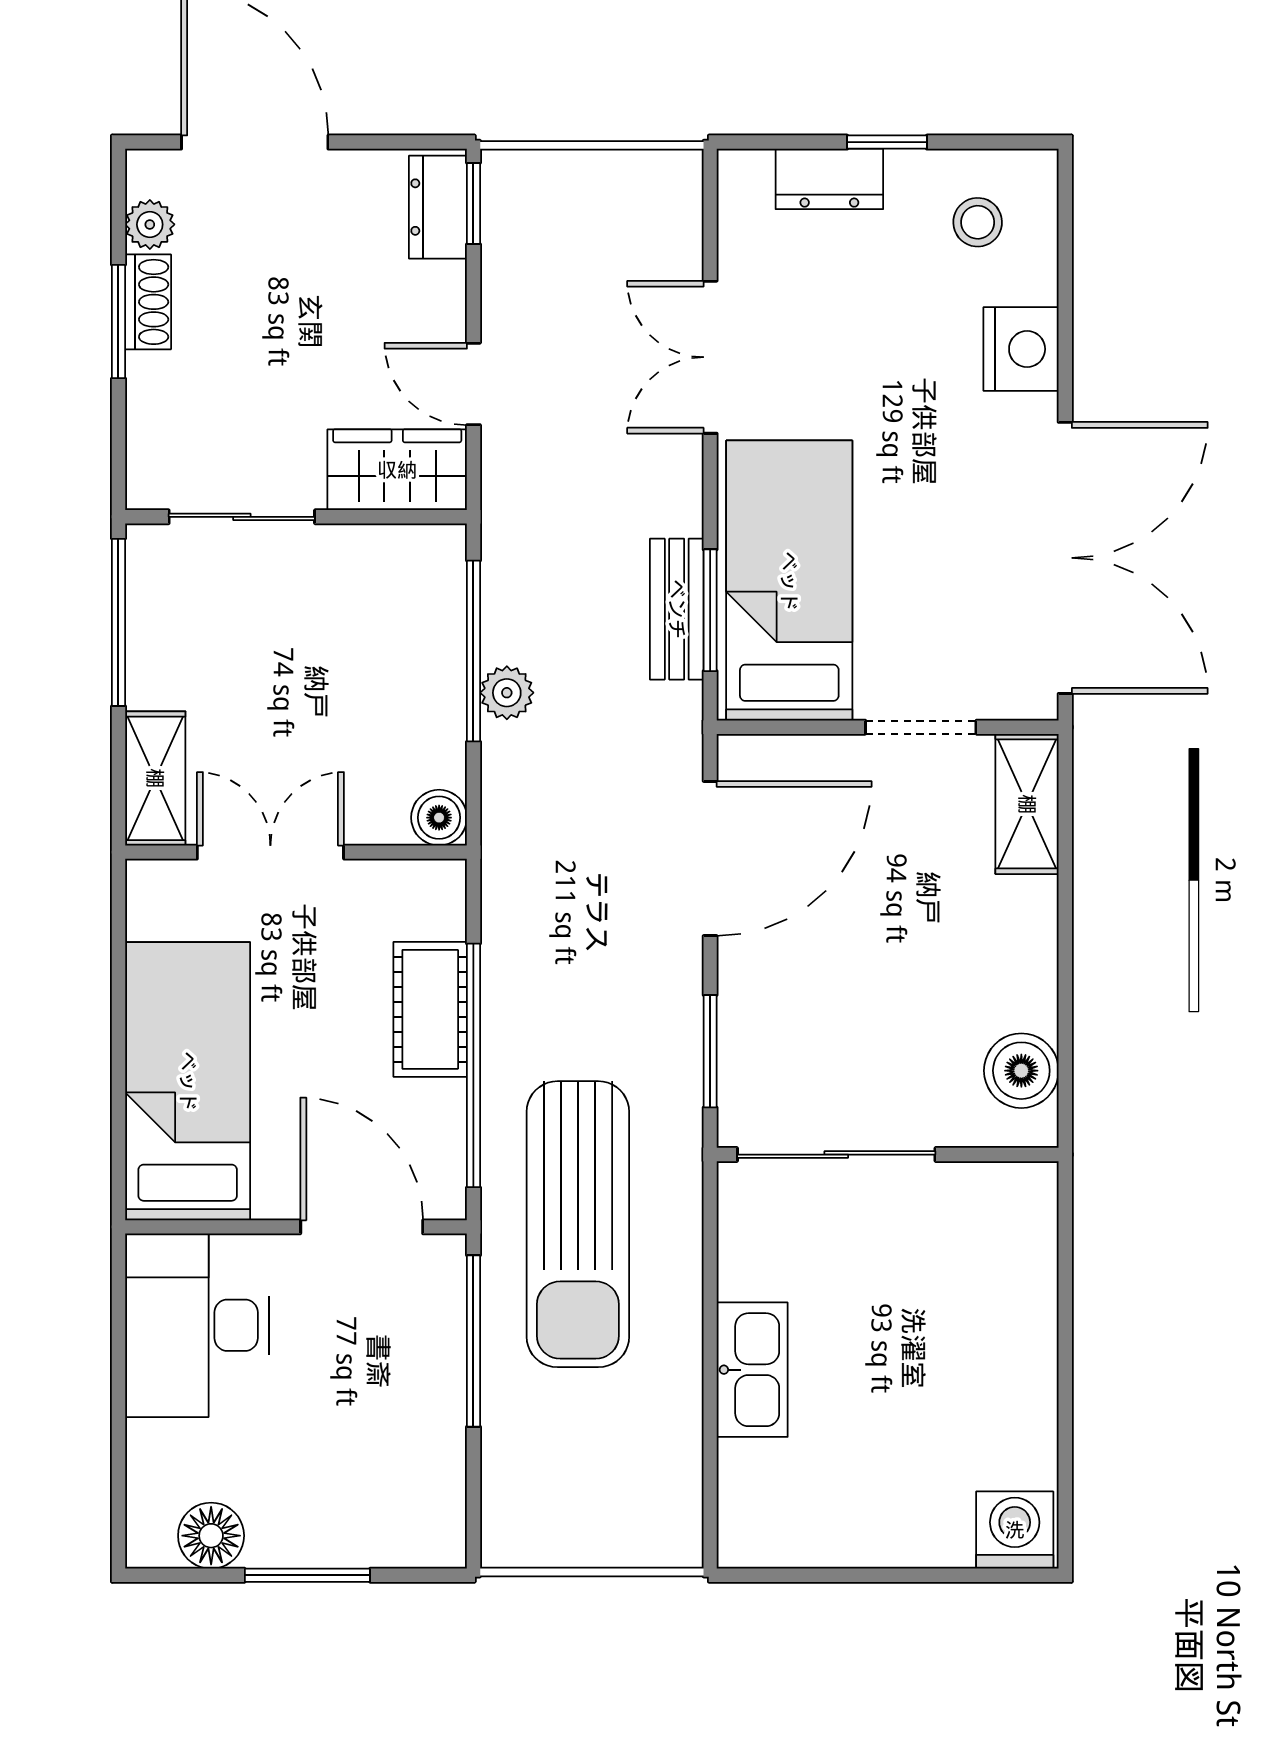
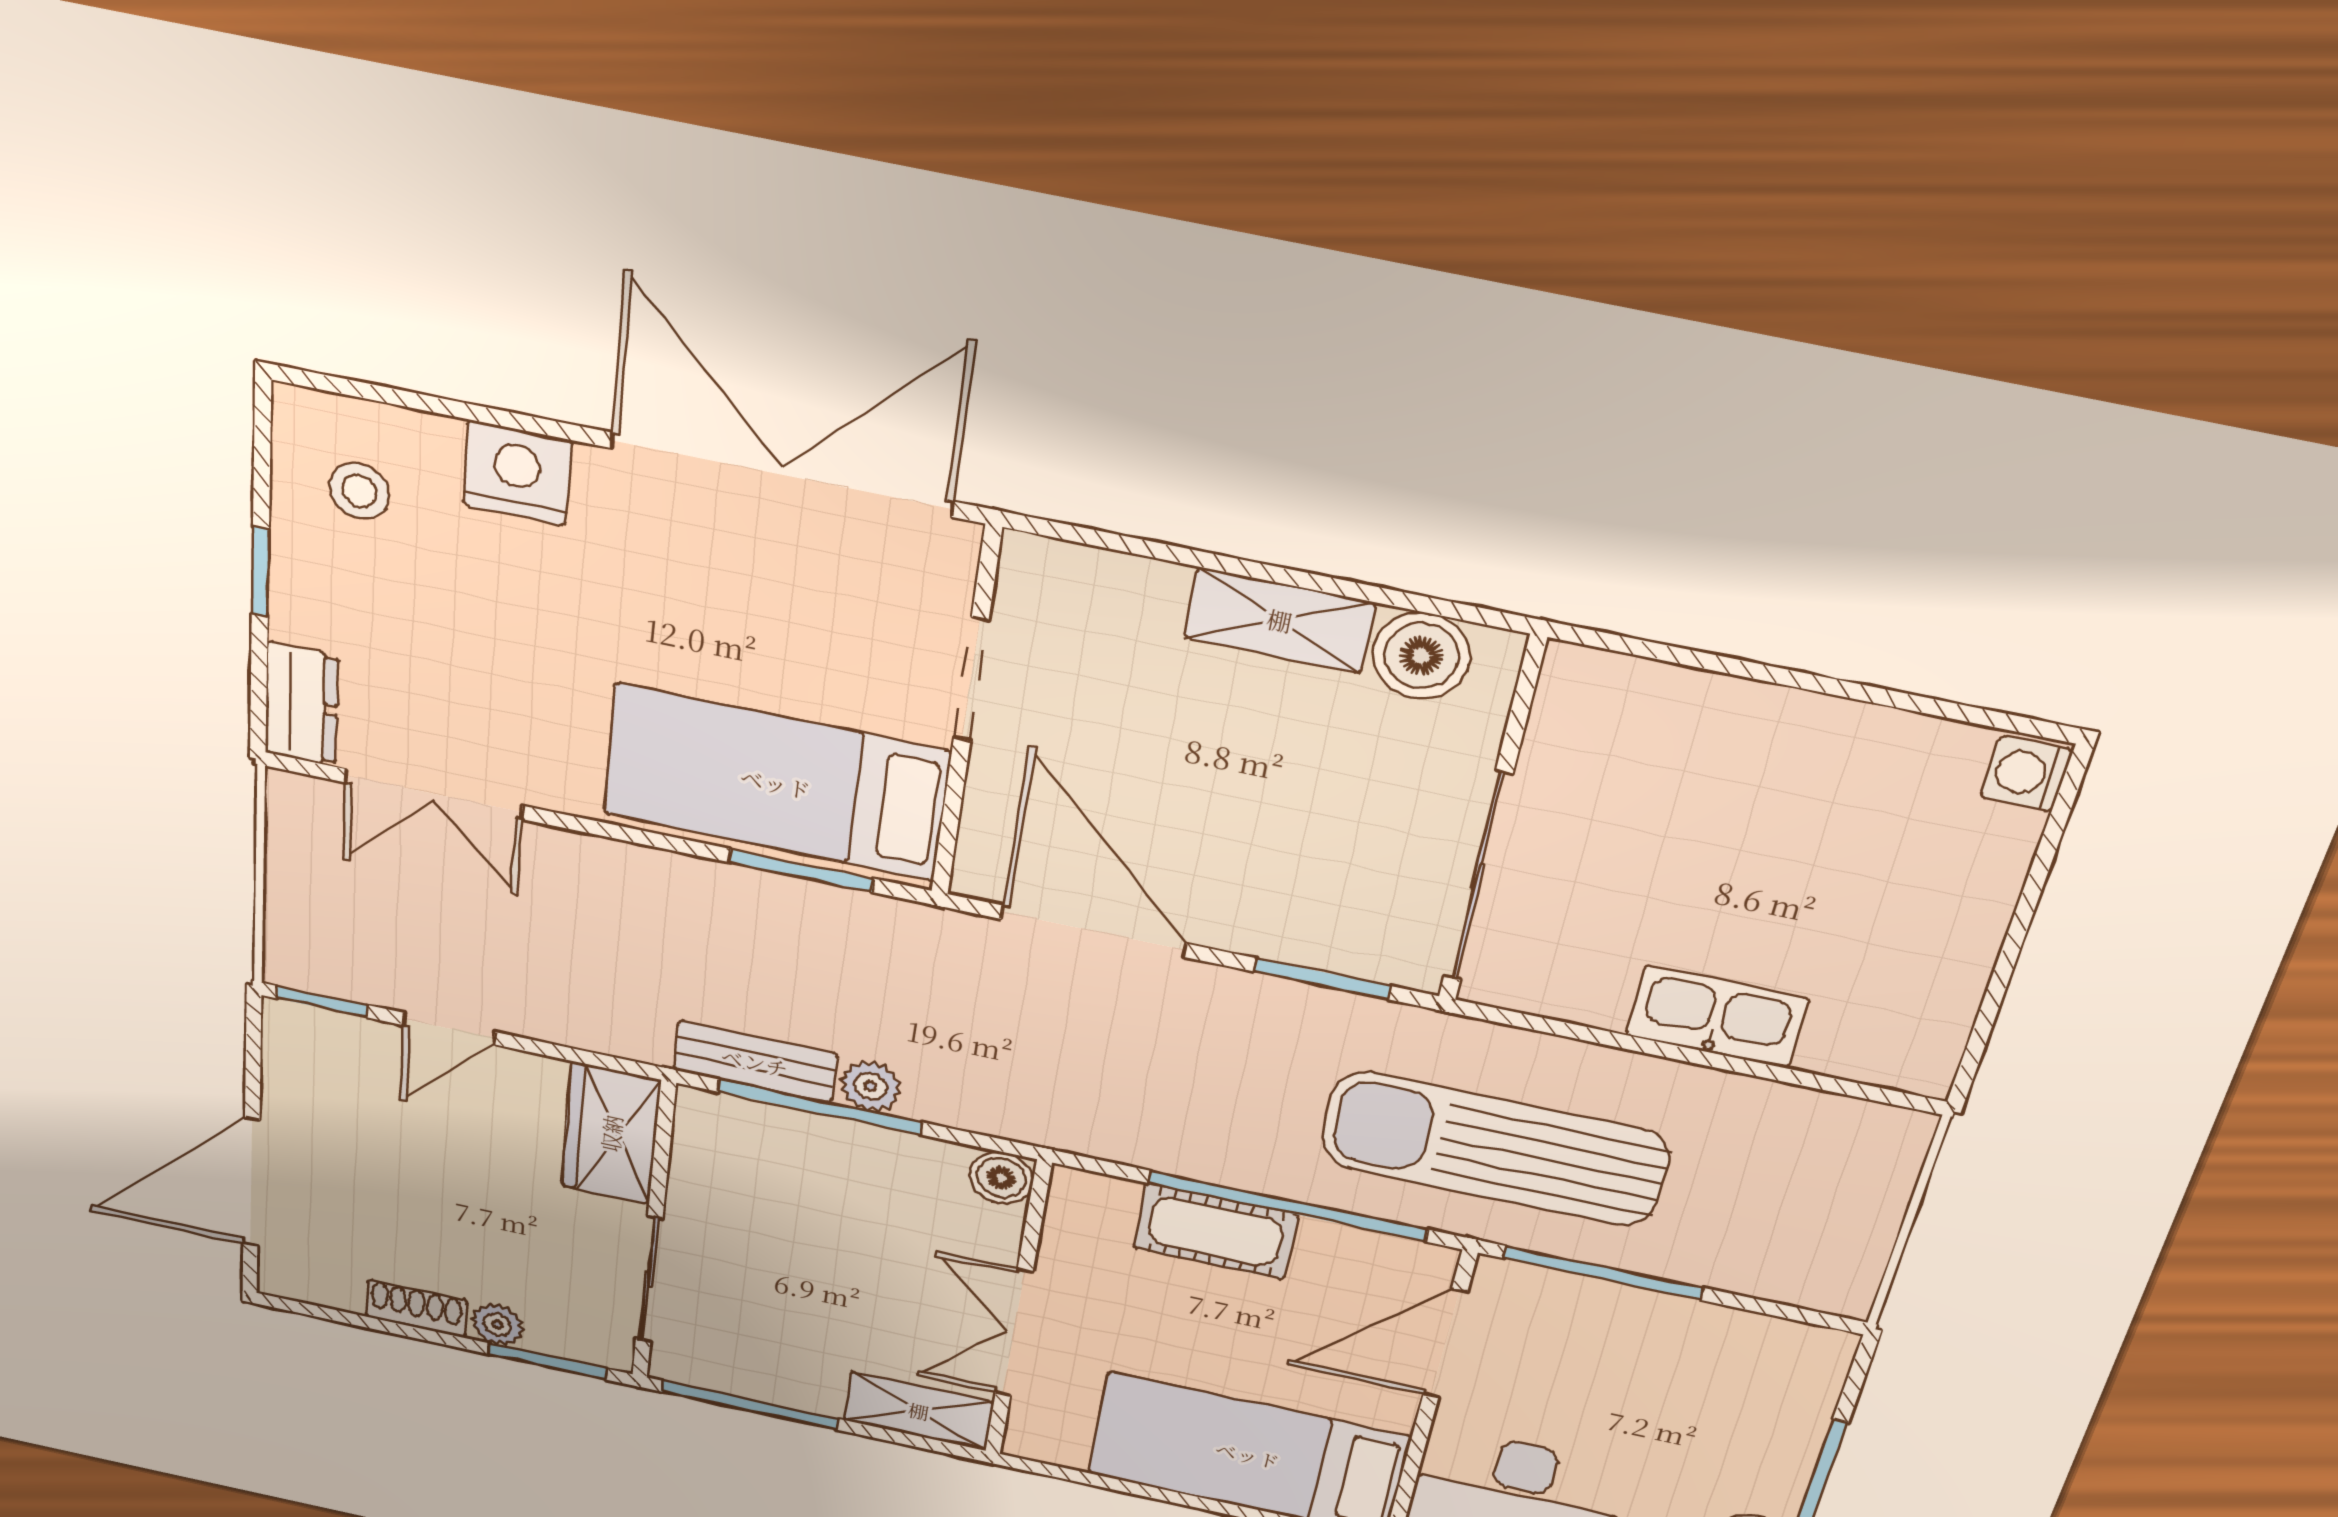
dresser: (829, 179) -> (301, 704), moved
dresser: (438, 207) -> (325, 1035), removed
plant: (150, 224) -> (497, 1325), moved
window: (118, 322) -> (548, 1361), moved
double door: (710, 357) -> (434, 794), moved
door: (473, 384) -> (449, 1029), moved
bench: (677, 609) -> (755, 1062), moved
shelving: (1027, 804) -> (1280, 620), moved
sun lounger: (578, 1224) -> (1495, 1149), turned 180
washing machine: (1015, 1530) -> (2026, 773), width x0.73, depth x0.73

